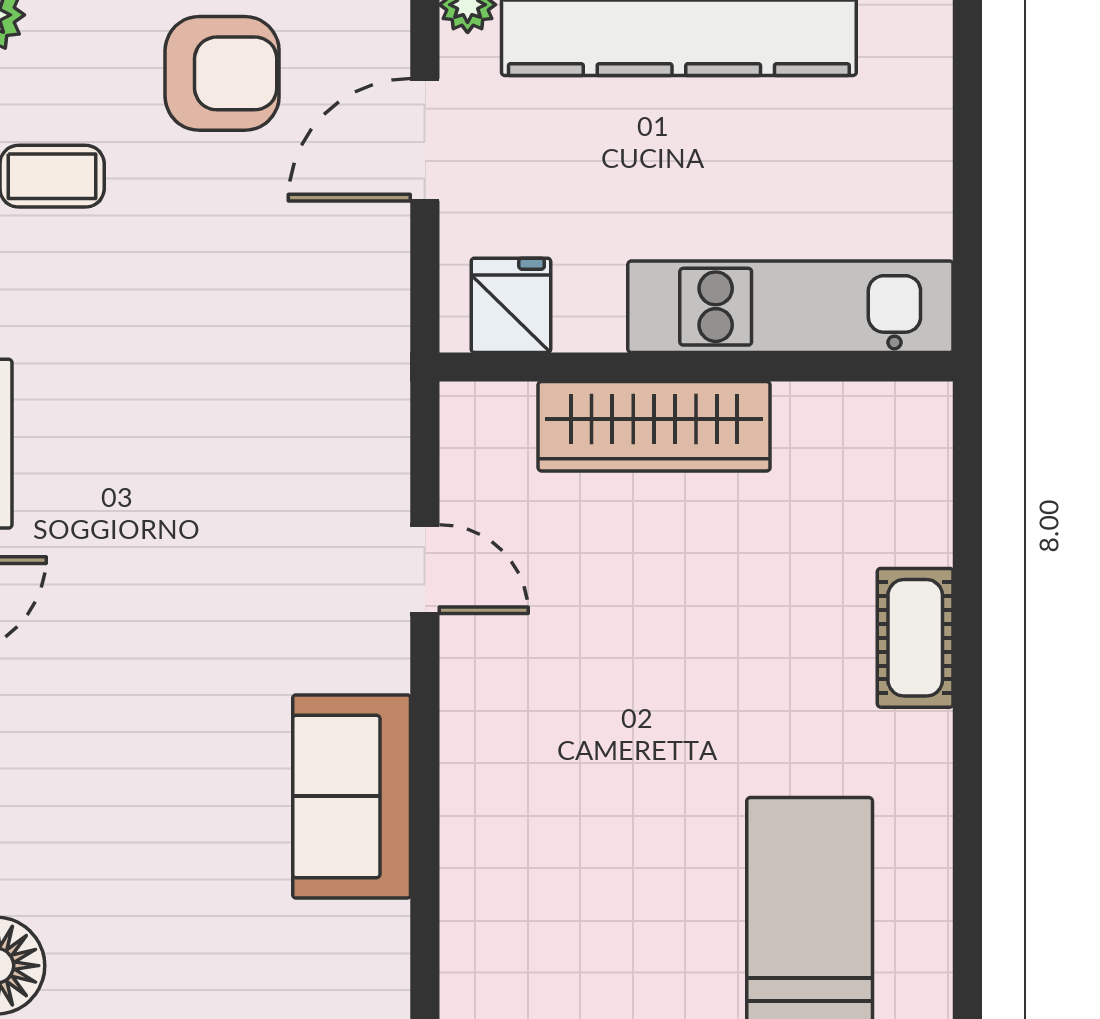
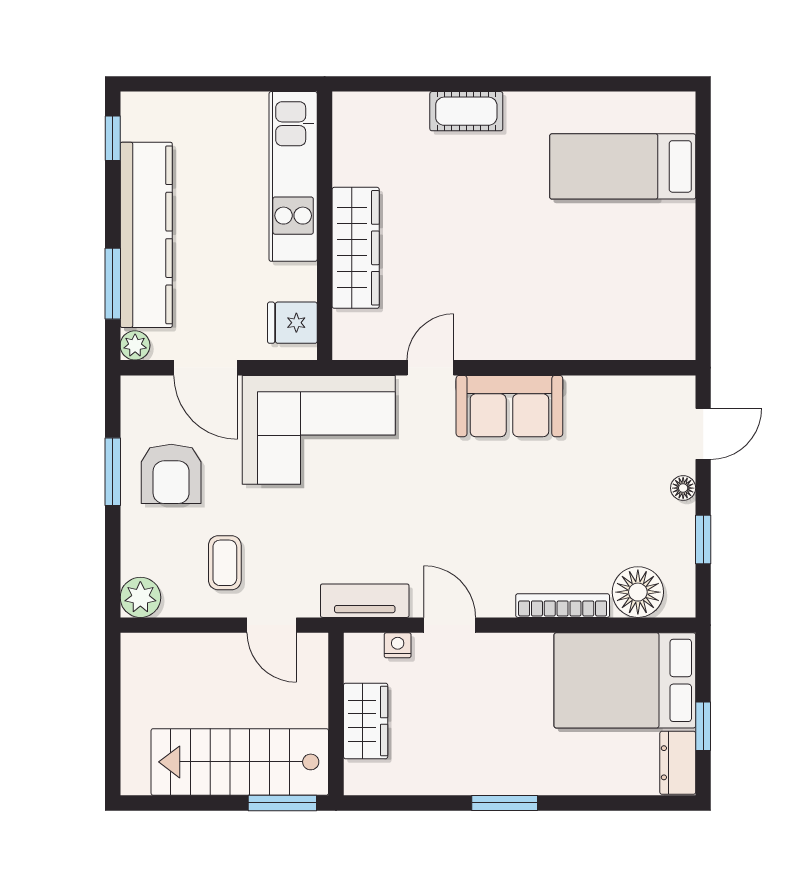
armchair: (222, 73) -> (171, 474), turned 180
corner sofa: (306, 356) -> (319, 430), added
sofa: (352, 796) -> (509, 406), moved

